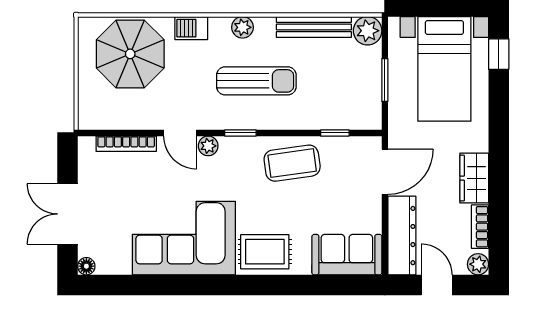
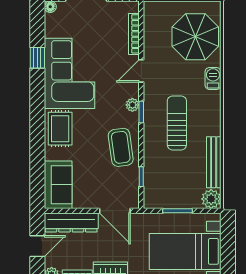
plant: (242, 27) -> (214, 113), removed
sun lounger: (256, 81) -> (177, 123), turned 180
plant: (208, 146) -> (132, 105), moved
window: (161, 285) -> (37, 58), added

